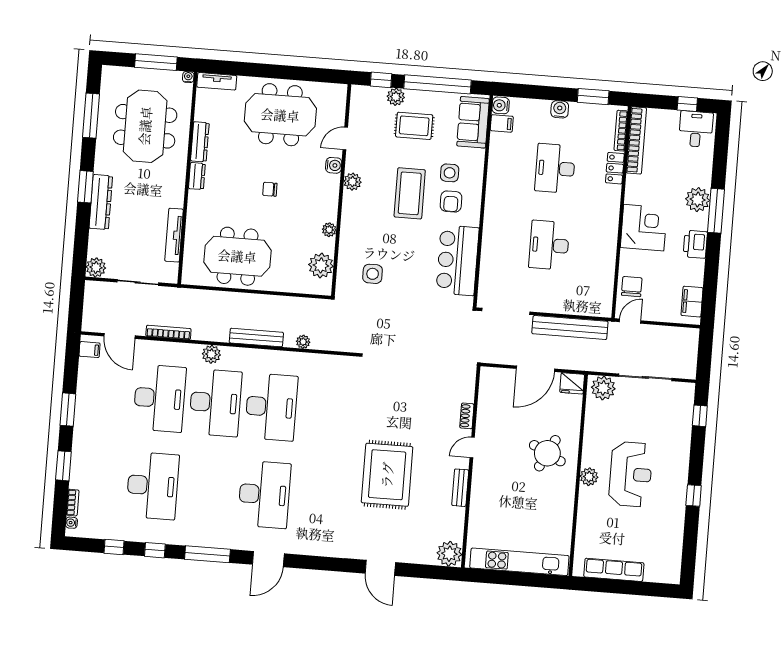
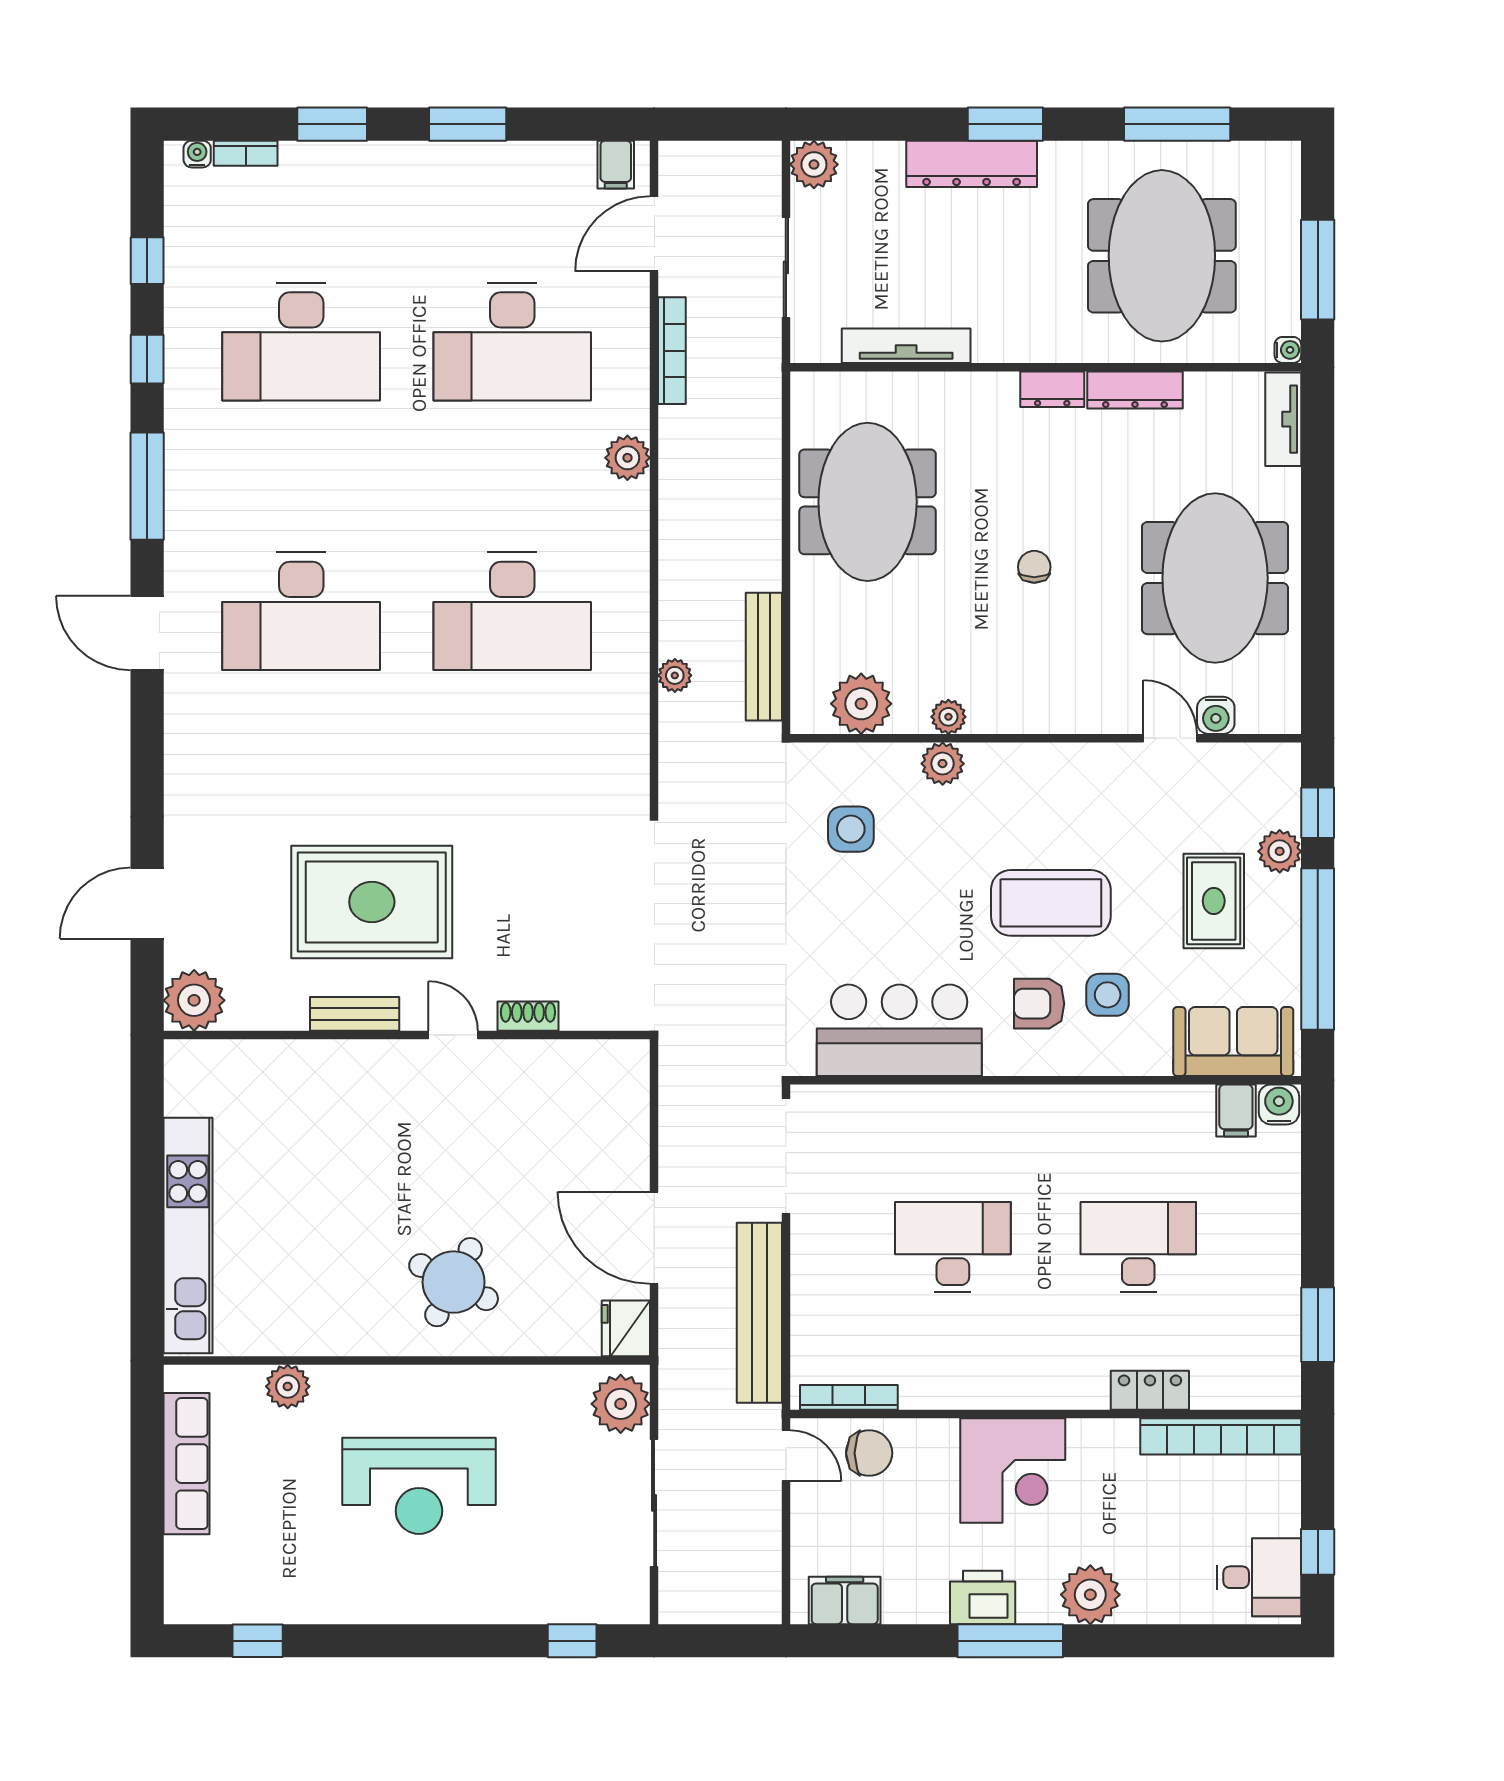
water cooler: (560, 109) -> (1281, 1247), removed
meeting table: (145, 126) -> (1162, 256), turned 90
bookcase: (621, 131) -> (849, 1397), moved
water cooler: (334, 165) -> (1216, 715), moved
plant: (352, 182) -> (943, 764), moved
window: (716, 211) -> (1010, 1641), moved
bench: (256, 338) -> (764, 657), moved
desk: (215, 403) -> (512, 476), removed
shoe rack: (467, 416) -> (528, 1016), moved
door: (472, 447) -> (453, 1035), moved
wall: (471, 467) -> (407, 1035), moved
plant: (589, 477) -> (288, 1386), moved
bench: (460, 488) -> (355, 1014), moved
window: (694, 495) -> (258, 1641), moved
plant: (449, 554) -> (194, 1000), moved

